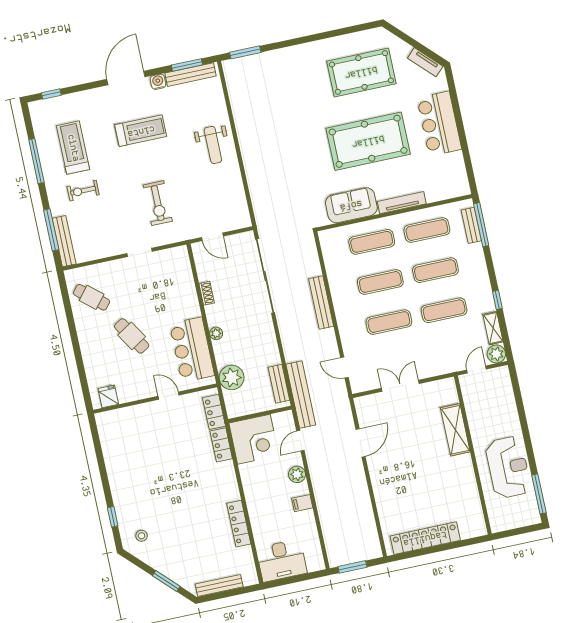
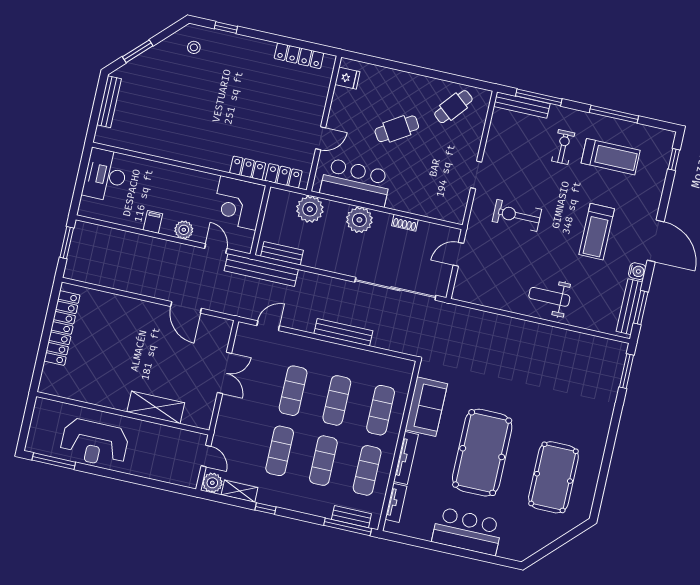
tv unit: (425, 62) -> (396, 503), moved, turned 135
plant: (216, 333) -> (359, 220), width x1.88, depth x1.88
locker: (239, 524) -> (299, 56), moved, turned 180

